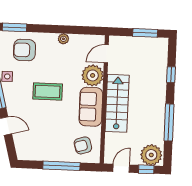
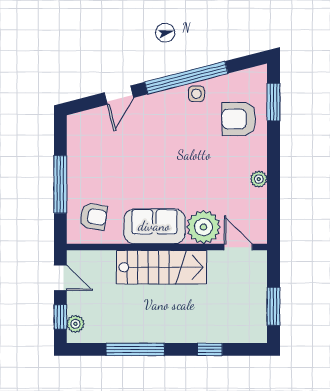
armchair: (24, 50) -> (239, 119), turned -90
coffee table: (48, 92) -> (175, 158), removed
armchair: (83, 145) -> (94, 216), turned 116
plant: (151, 155) -> (75, 324), width x0.53, depth x0.53

